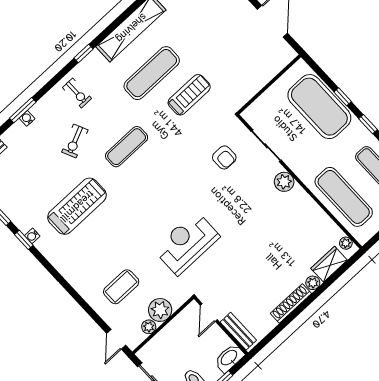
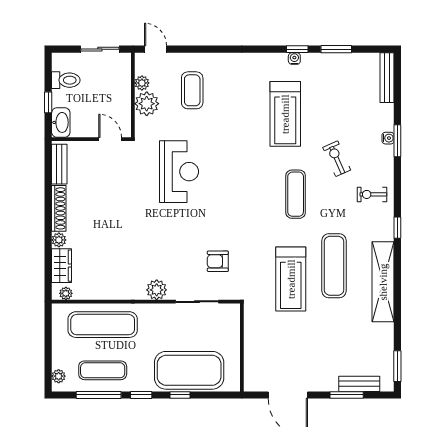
treadmill: (189, 95) -> (291, 279), width x1.37, depth x1.38
bench: (238, 331) -> (59, 164), moved, turned 90

